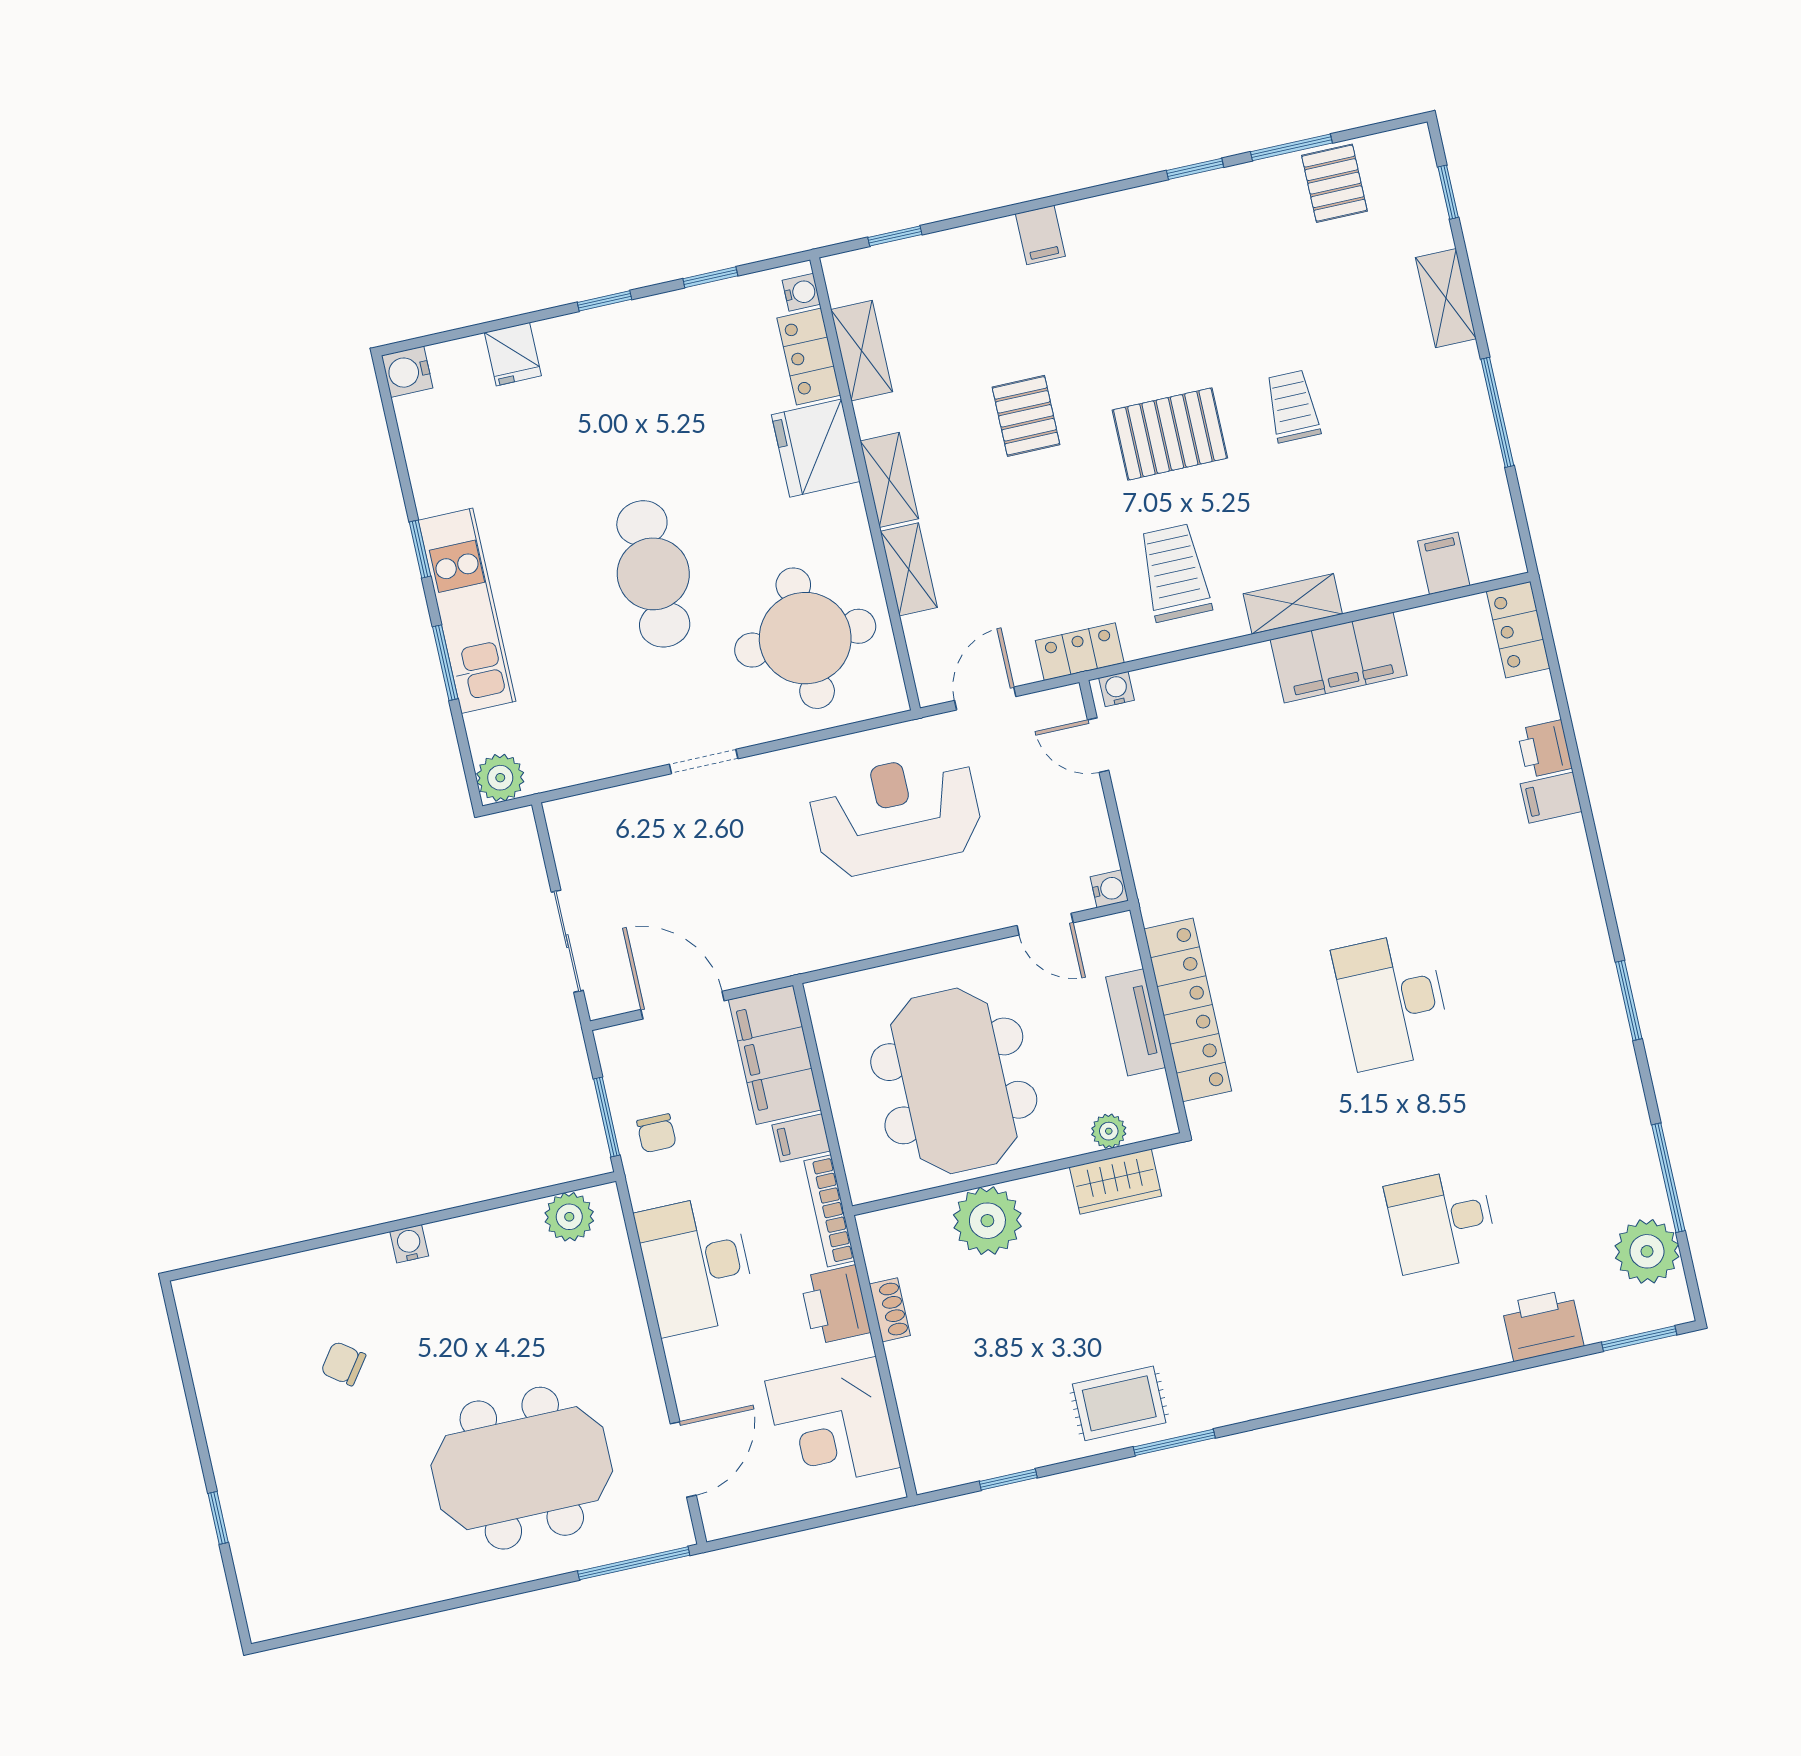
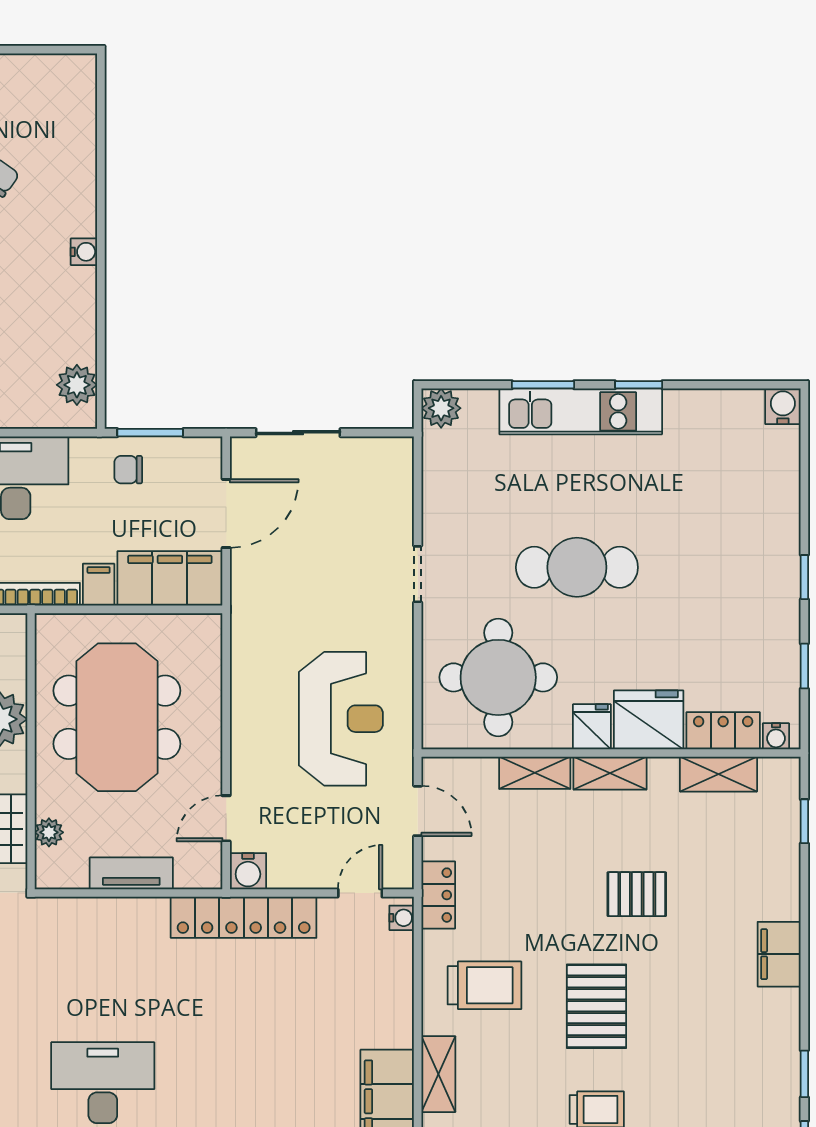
filing cabinet: (1040, 235) -> (779, 954), width x2.00
fridge: (513, 354) -> (592, 727), moved, turned 90
water cooler: (1109, 889) -> (248, 871), width x1.38, depth x1.38
locker: (1188, 1010) -> (244, 917), moved
meeting table: (954, 1081) -> (117, 717), turned 90

